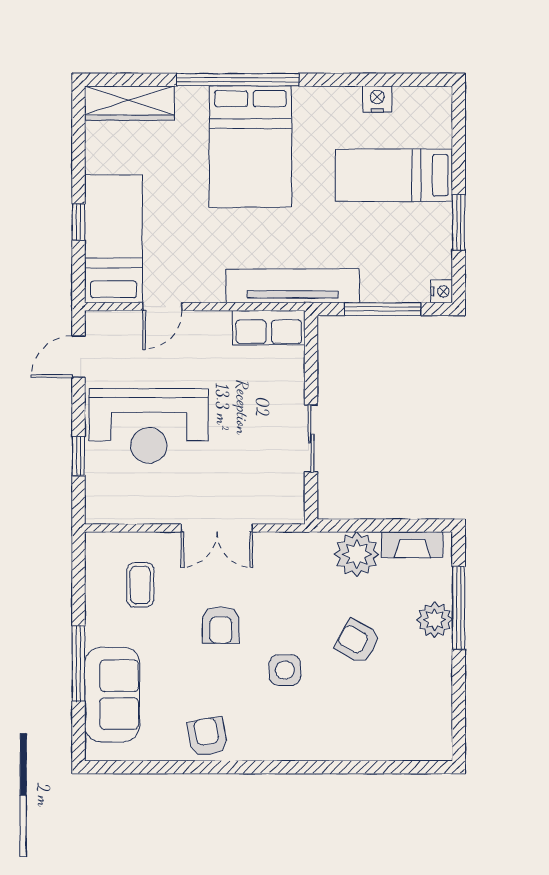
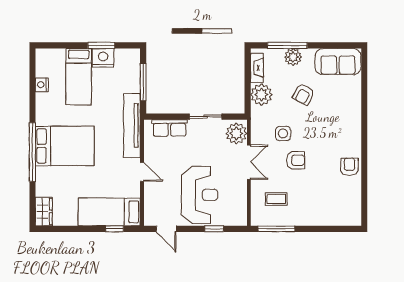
wardrobe: (129, 103) -> (44, 211), width x0.67
window: (79, 222) -> (115, 229), moved
nightstand: (442, 291) -> (103, 58), moved, width x1.89, depth x1.79
door: (162, 307) -> (142, 172), moved
row of seats: (269, 328) -> (170, 128), moved, turned 90
plant: (276, 502) -> (236, 133), added
window: (79, 664) -> (276, 229), moved
side table: (285, 670) -> (283, 133), moved
sofa: (112, 695) -> (338, 62), moved, turned 180
armchair: (207, 737) -> (349, 167), turned 100

